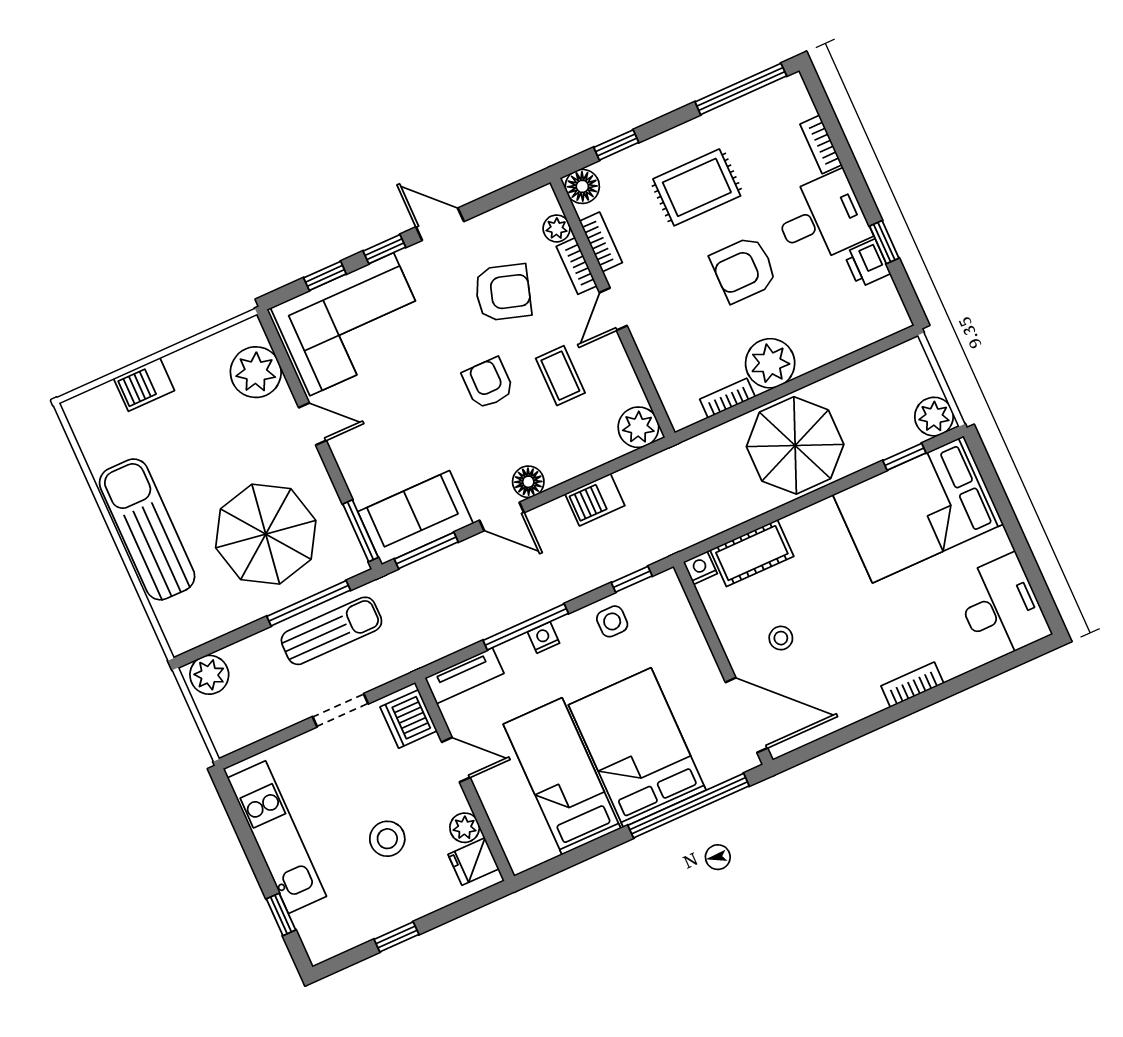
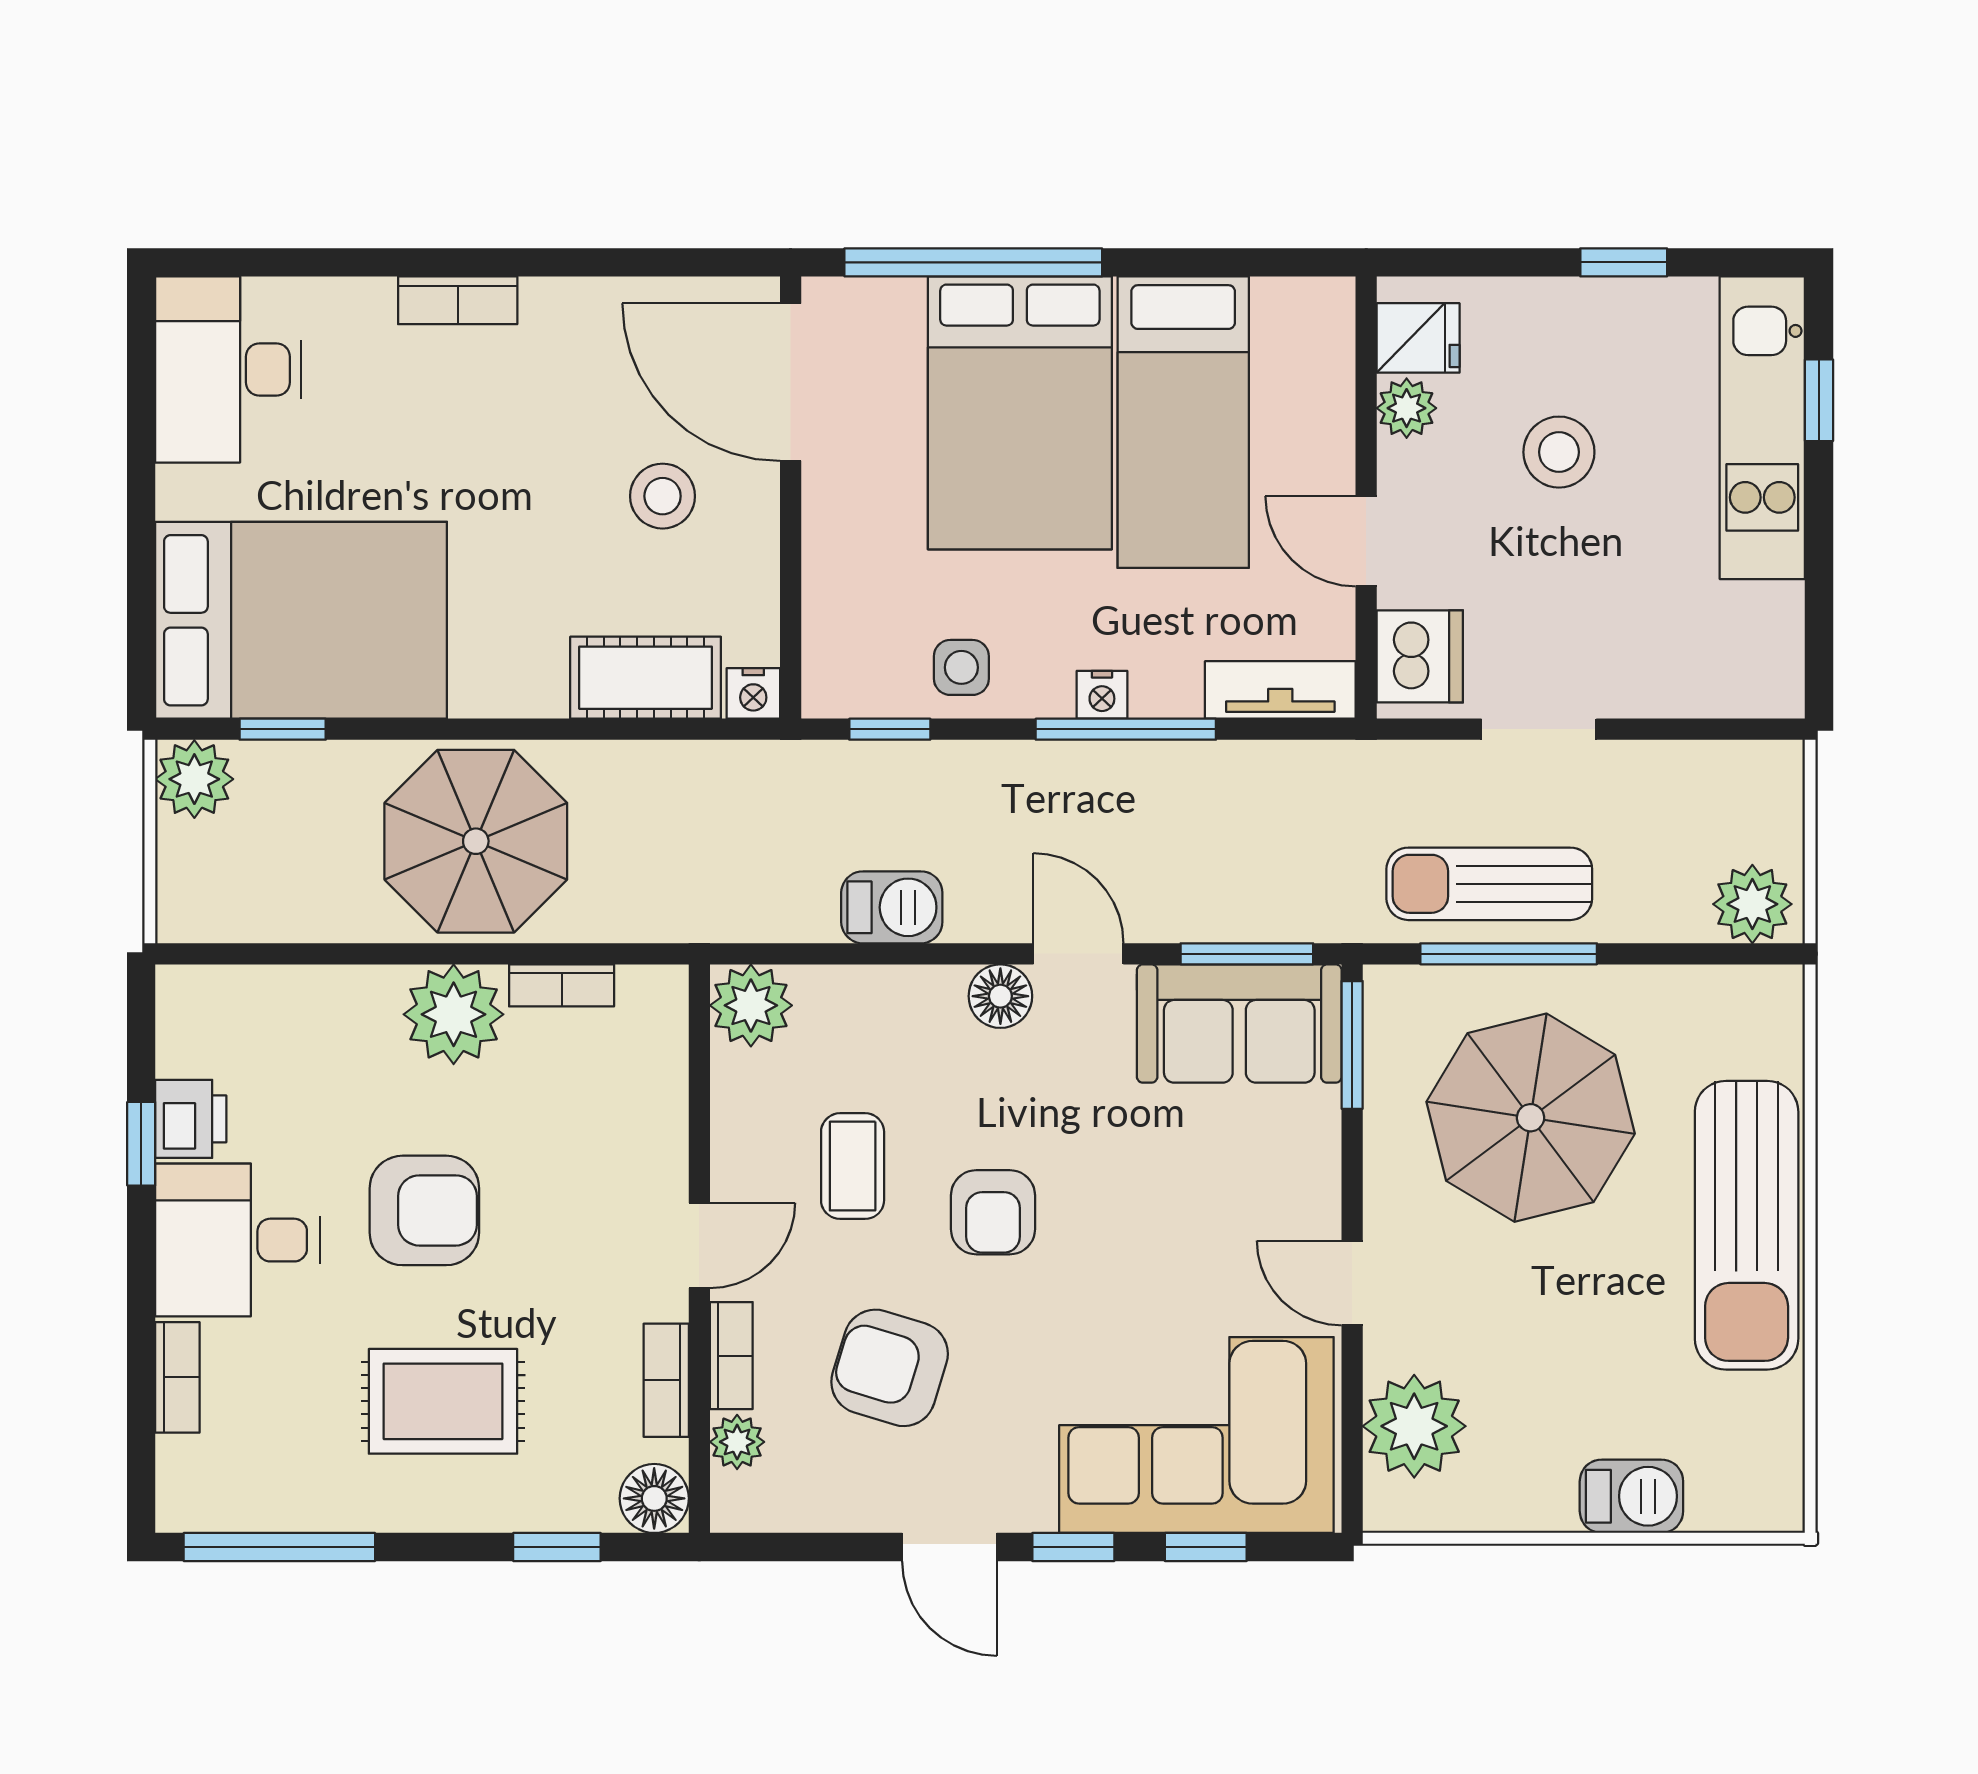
stool: (781, 638) -> (663, 496), width x1.37, depth x1.37
kitchen unit: (277, 837) -> (1762, 428), moved

